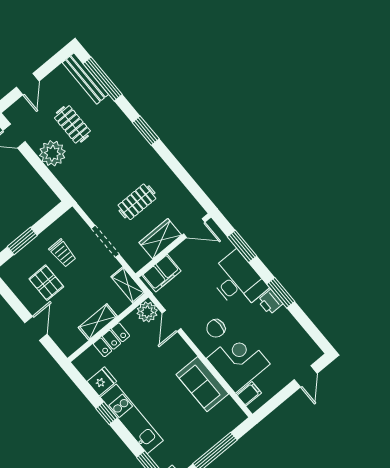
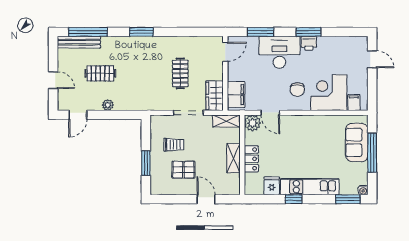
plant: (52, 153) -> (108, 105), width x0.53, depth x0.53
wardrobe: (160, 239) -> (215, 96), moved
sofa: (202, 384) -> (357, 142), moved, turned 90

